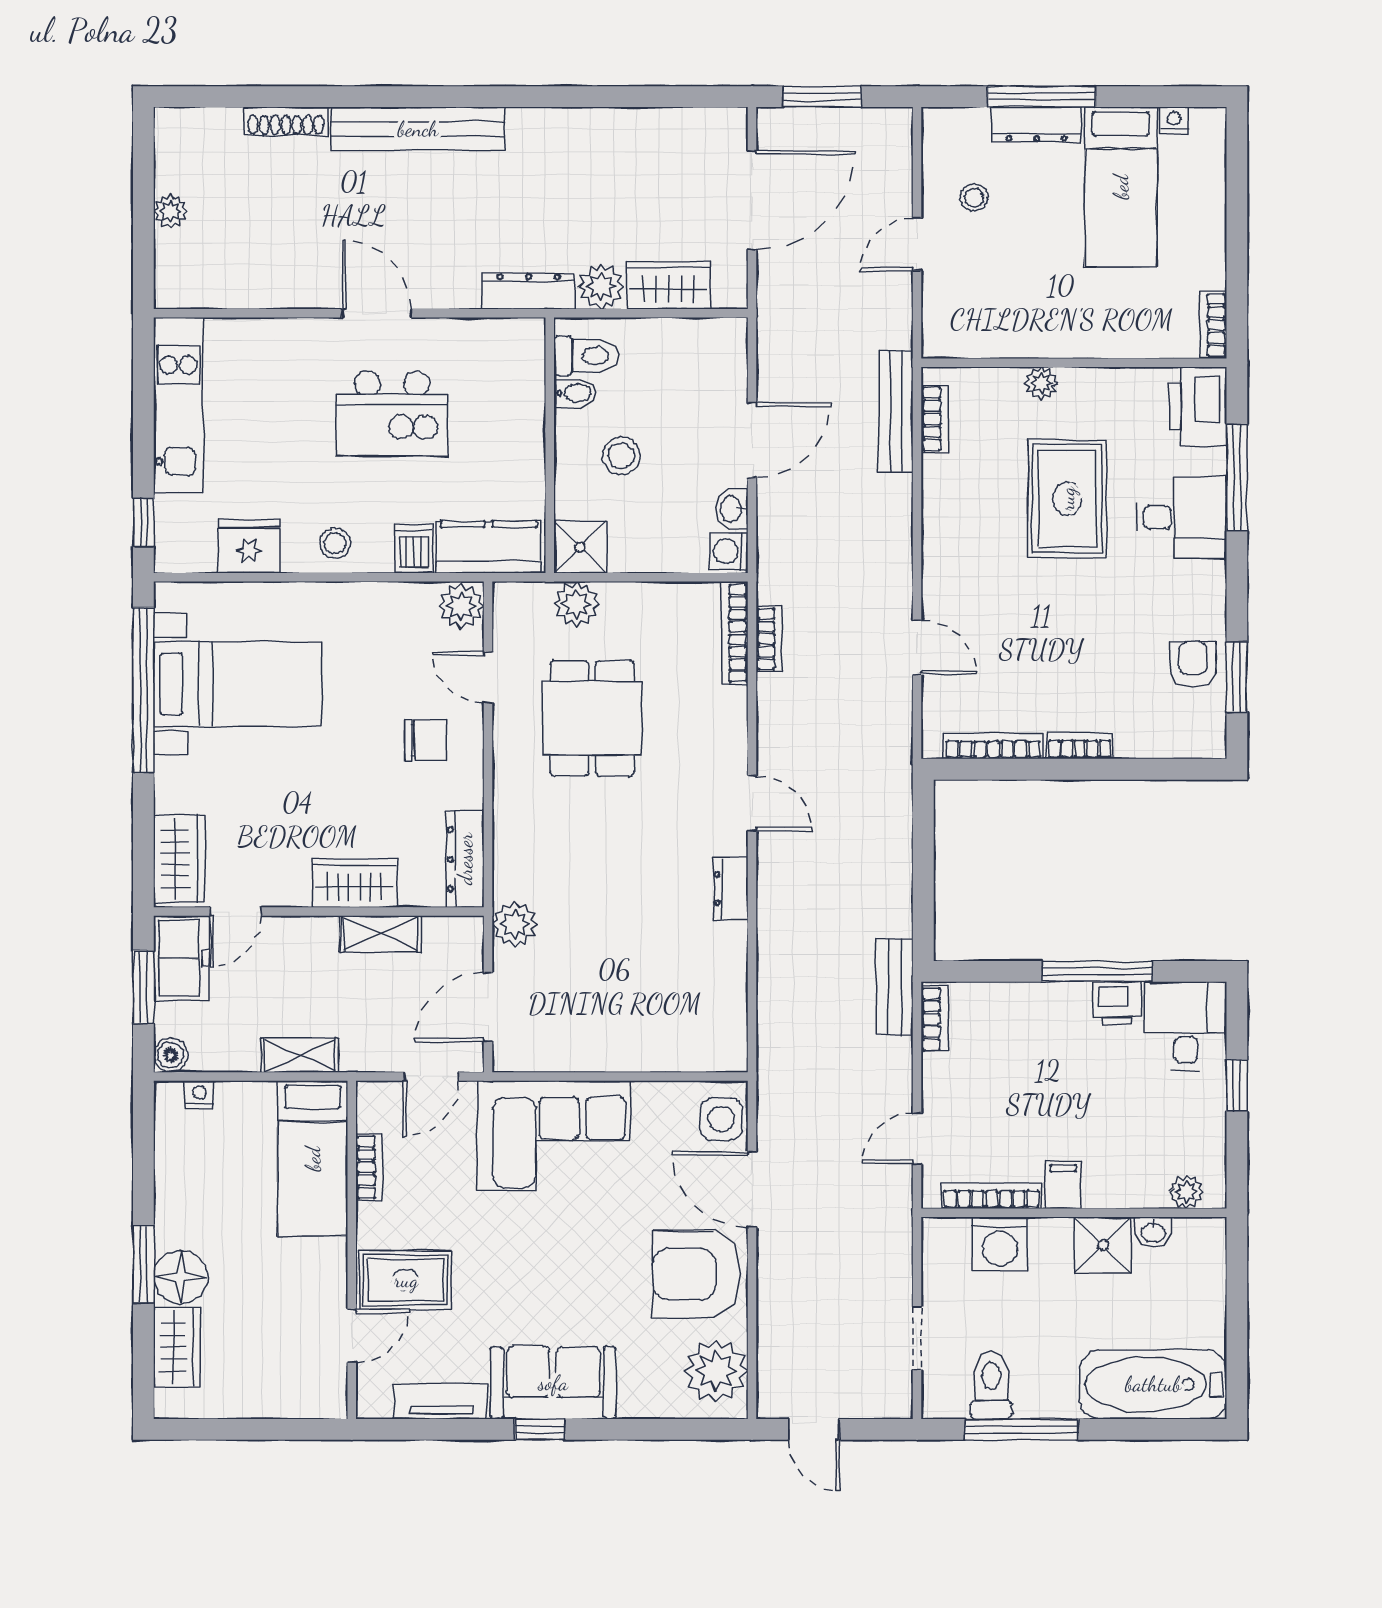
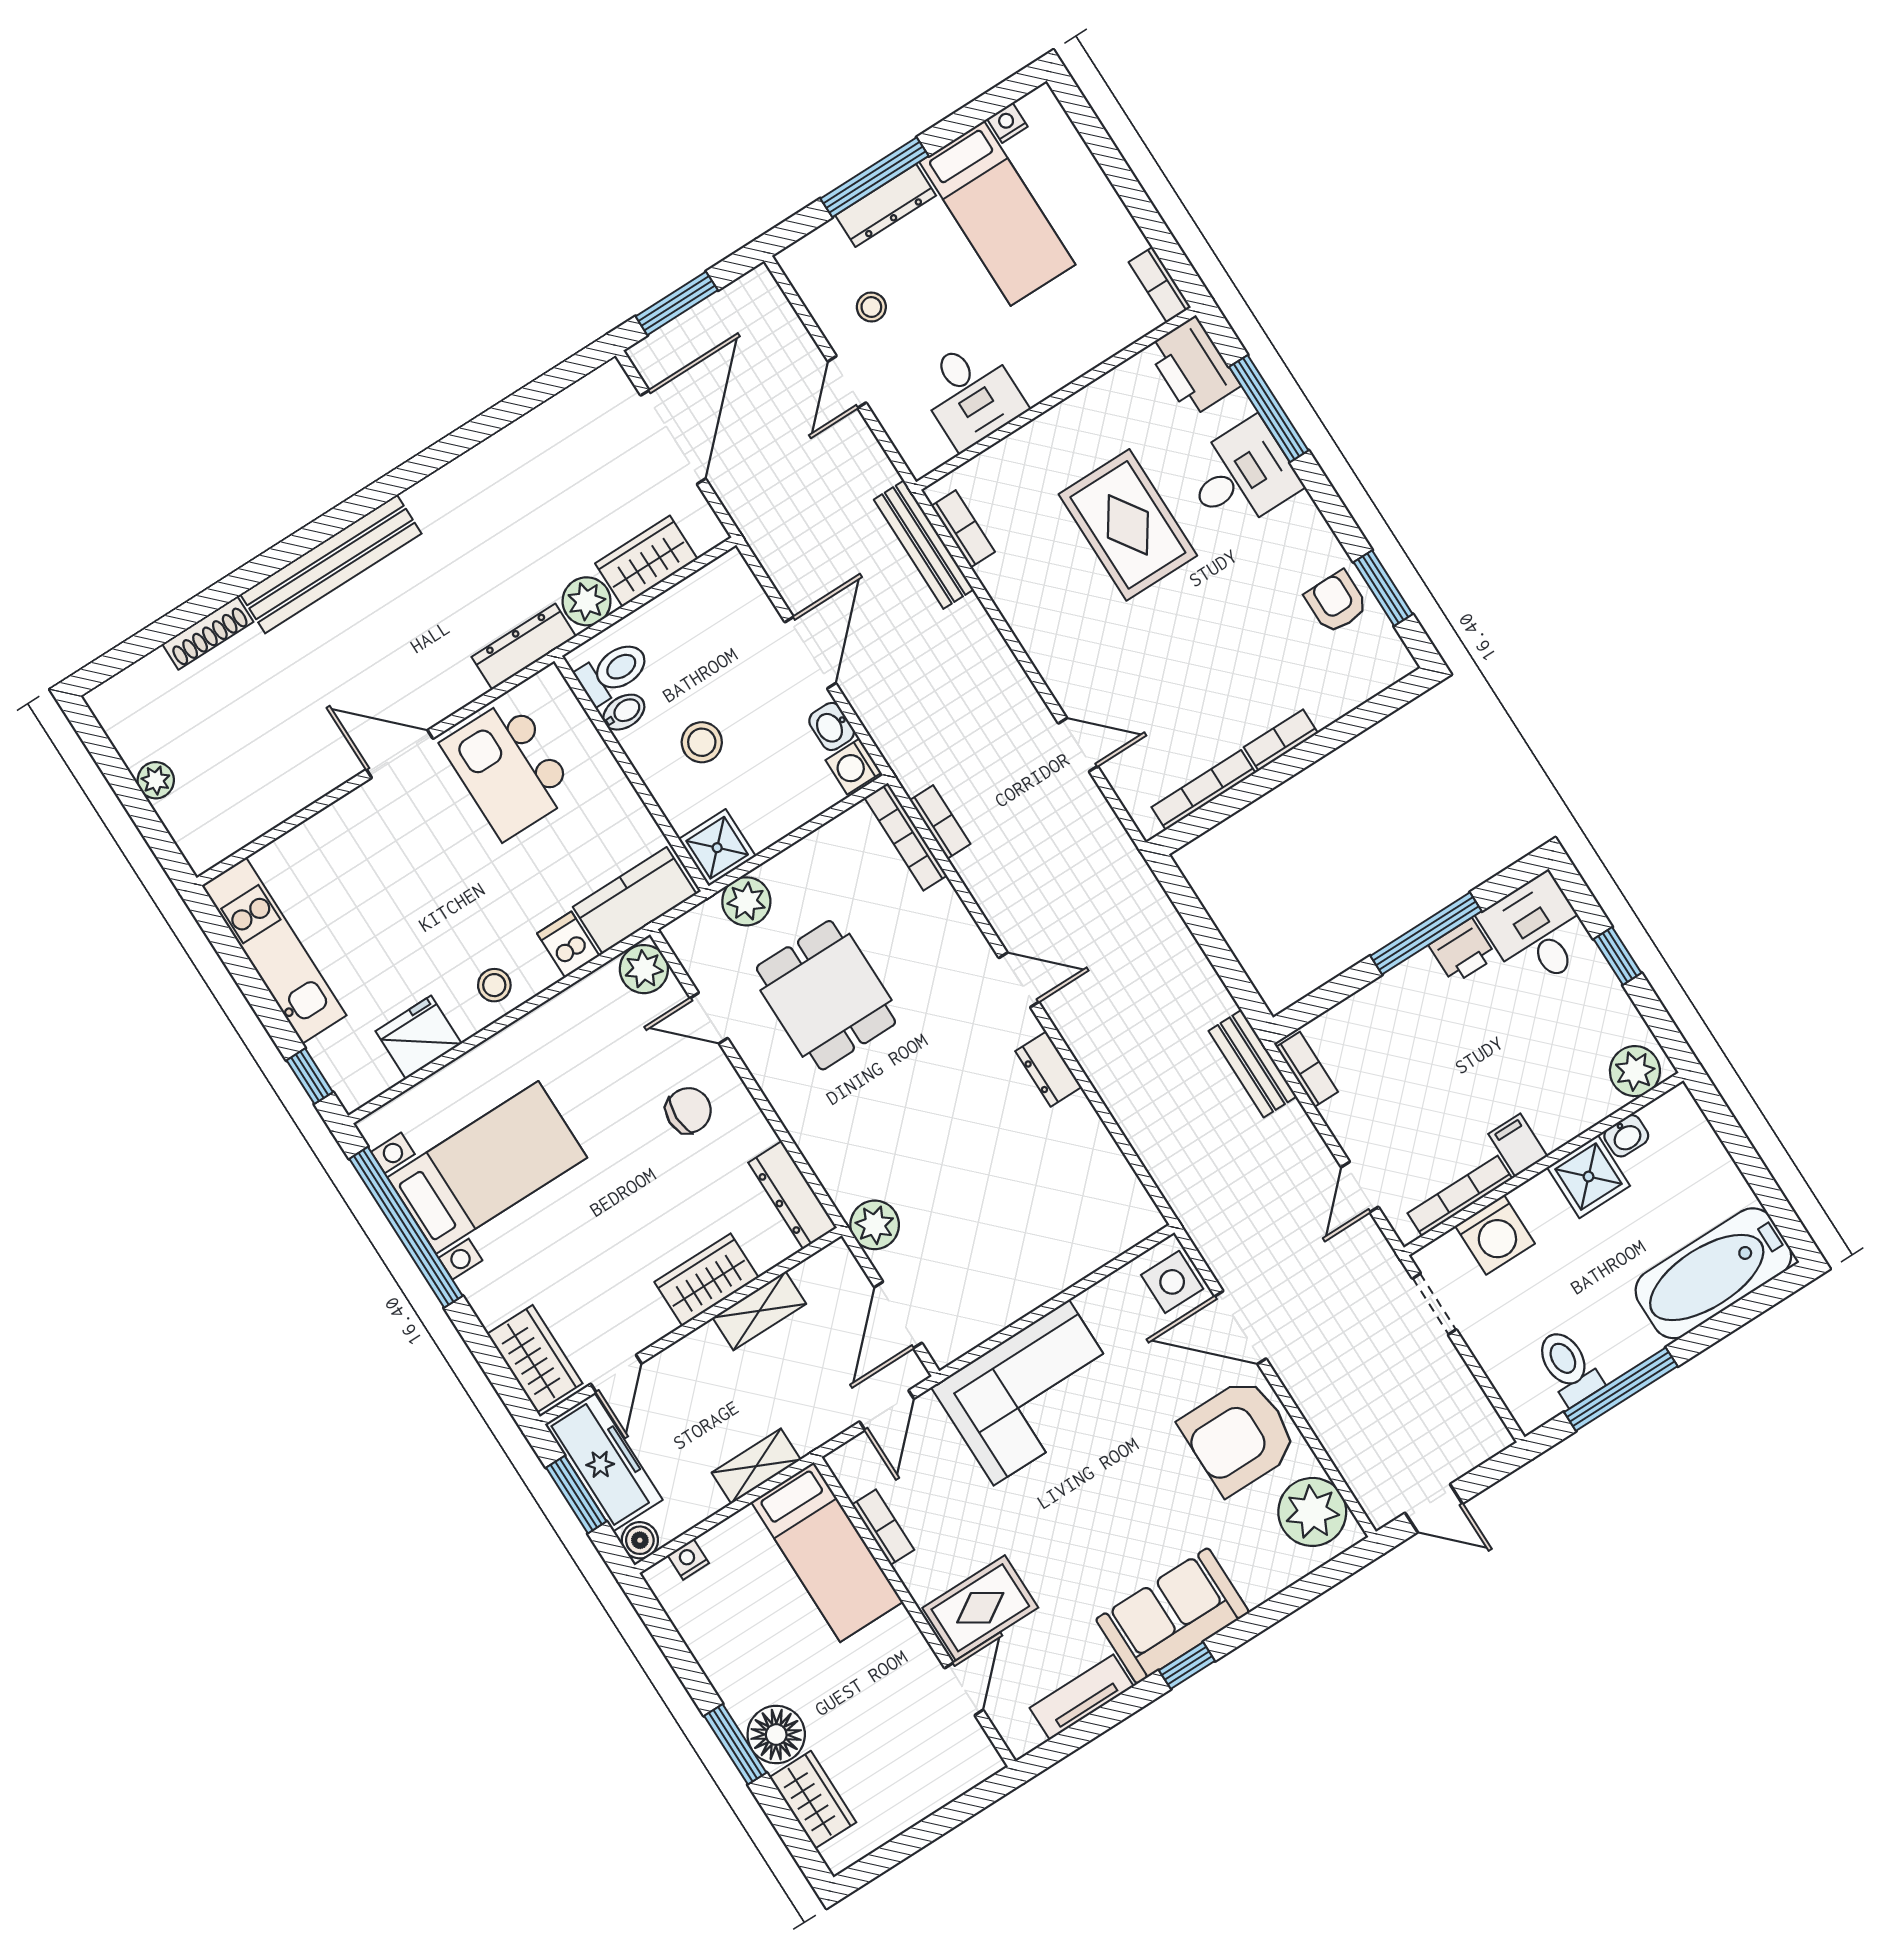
desk: (1009, 316) -> (971, 394), added
plant: (1041, 383) -> (1038, 436), removed
kitchen island: (392, 413) -> (509, 769), moved, turned 90
freezer: (181, 958) -> (604, 1462), width x1.40
plant: (1186, 1192) -> (1635, 1071), width x1.38, depth x1.38
doorway: (917, 1339) -> (1434, 1304), moved

